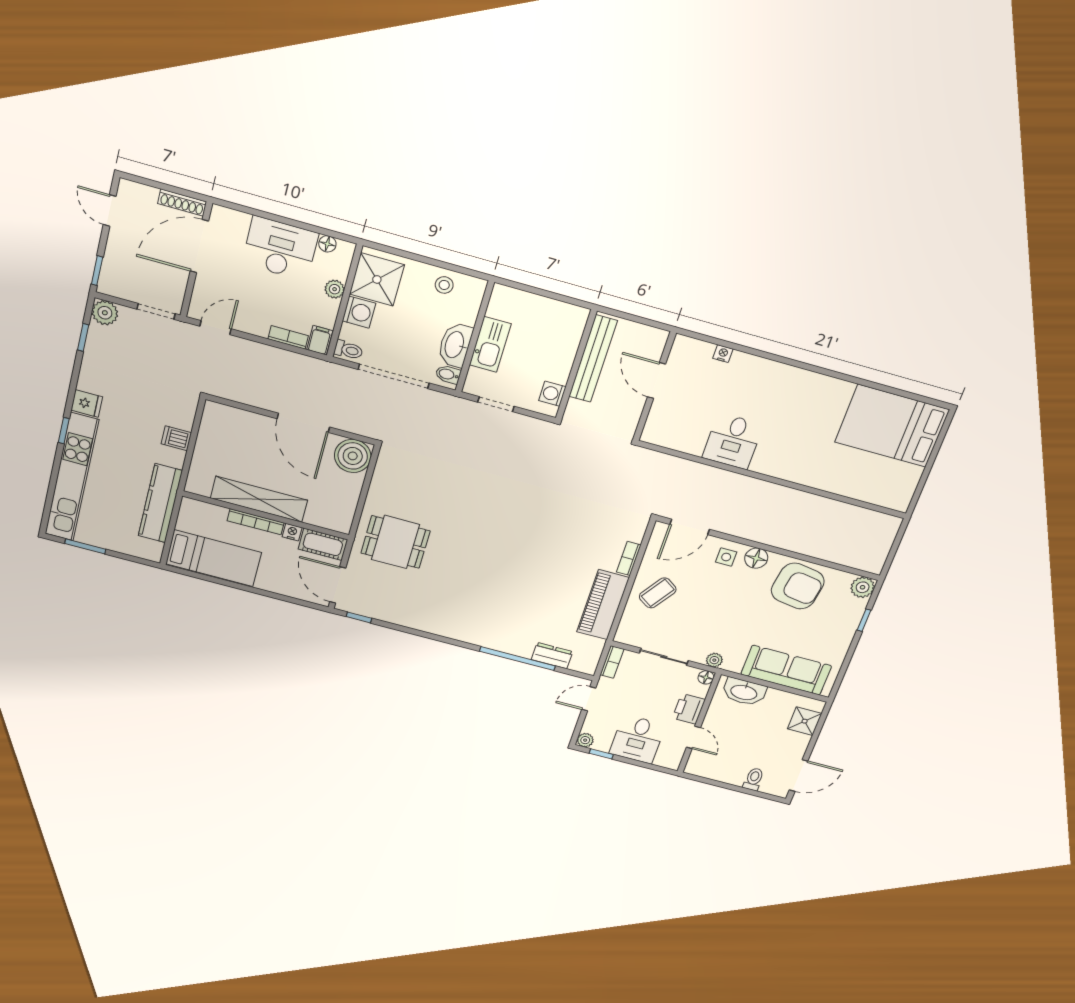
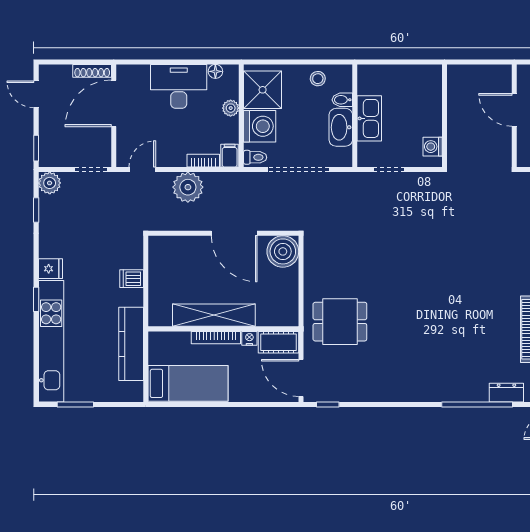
washing machine: (359, 312) -> (260, 126), width x1.37, depth x1.37
bench: (593, 359) -> (456, 106), removed
plant: (263, 361) -> (188, 187), added
bidet: (448, 374) -> (342, 100), moved

